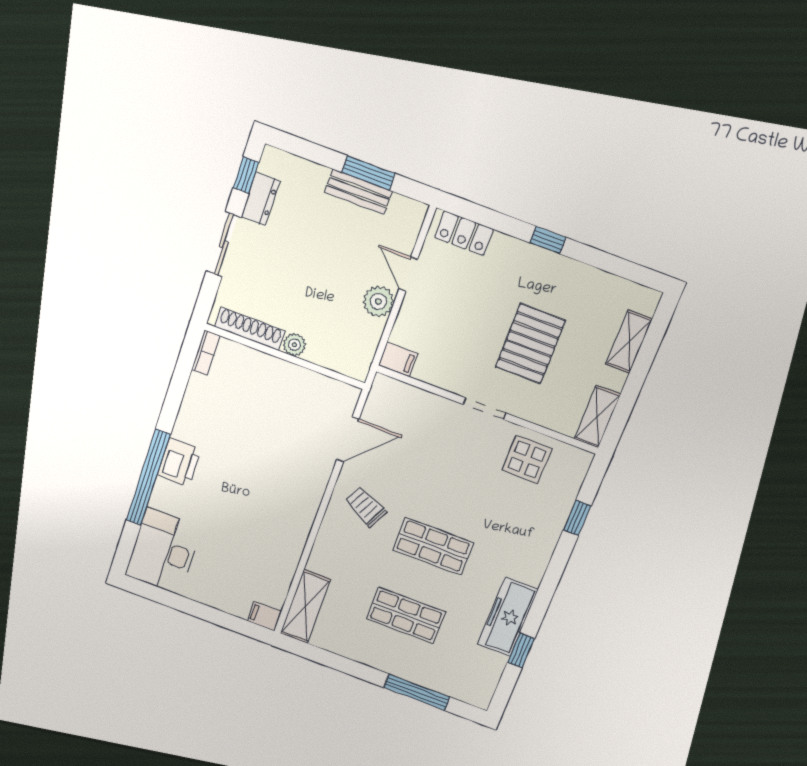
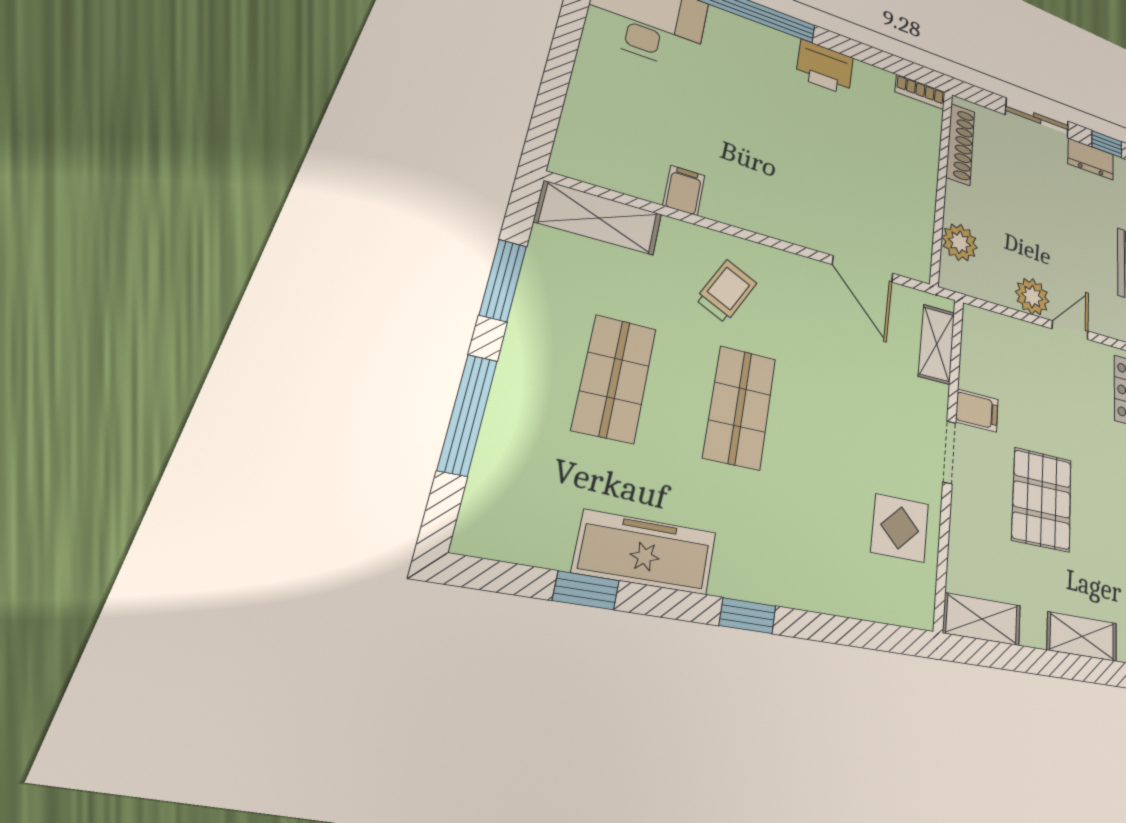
pallet: (530, 344) -> (1042, 499), turned 90
plant: (294, 345) -> (960, 242), moved, width x1.38, depth x1.38
filing cabinet: (398, 359) -> (977, 411), moved, turned -90
shelving: (407, 396) -> (937, 344), added
printer: (179, 462) -> (825, 67), moved
trolley: (366, 507) -> (726, 291), moved
window: (577, 518) -> (748, 616), moved
filing cabinet: (264, 616) -> (684, 190), moved
window: (342, 664) -> (503, 280), added

